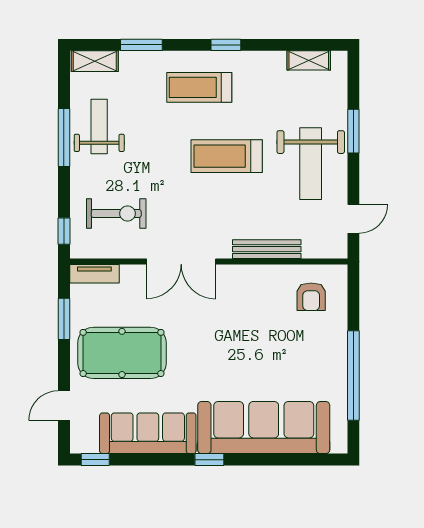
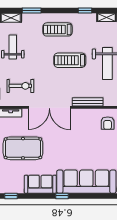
window: (226, 45) -> (85, 10), moved
double door: (181, 261) -> (49, 107), width x1.36
sofa: (148, 433) -> (40, 184), width x0.73

